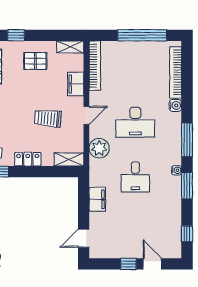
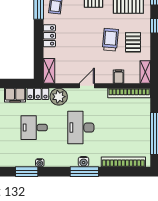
filing cabinet: (76, 84) -> (119, 77), width x0.50
water cooler: (175, 105) -> (84, 162), moved
door: (86, 115) -> (87, 86), swing flipped
trolley: (48, 118) -> (110, 40), moved
window: (187, 140) -> (84, 172), moved
locker: (96, 173) -> (38, 94), added

